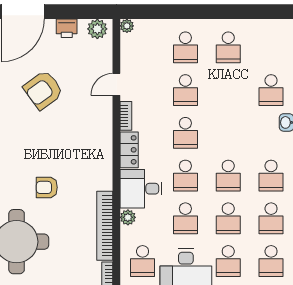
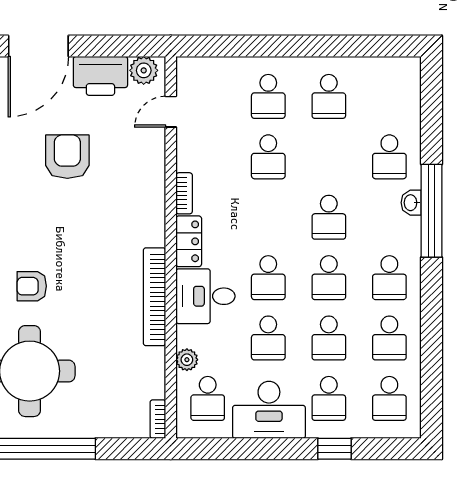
plant: (127, 26) -> (186, 66), removed
printer: (67, 28) -> (100, 76), width x1.87, depth x1.48
door: (116, 84) -> (171, 112), moved
armchair: (43, 90) -> (67, 157), turned 126
school desk: (185, 133) -> (329, 217), moved
armchair: (47, 187) -> (32, 286), moved
plant: (128, 217) -> (187, 360), moved
bookcase: (105, 226) -> (154, 297), moved

